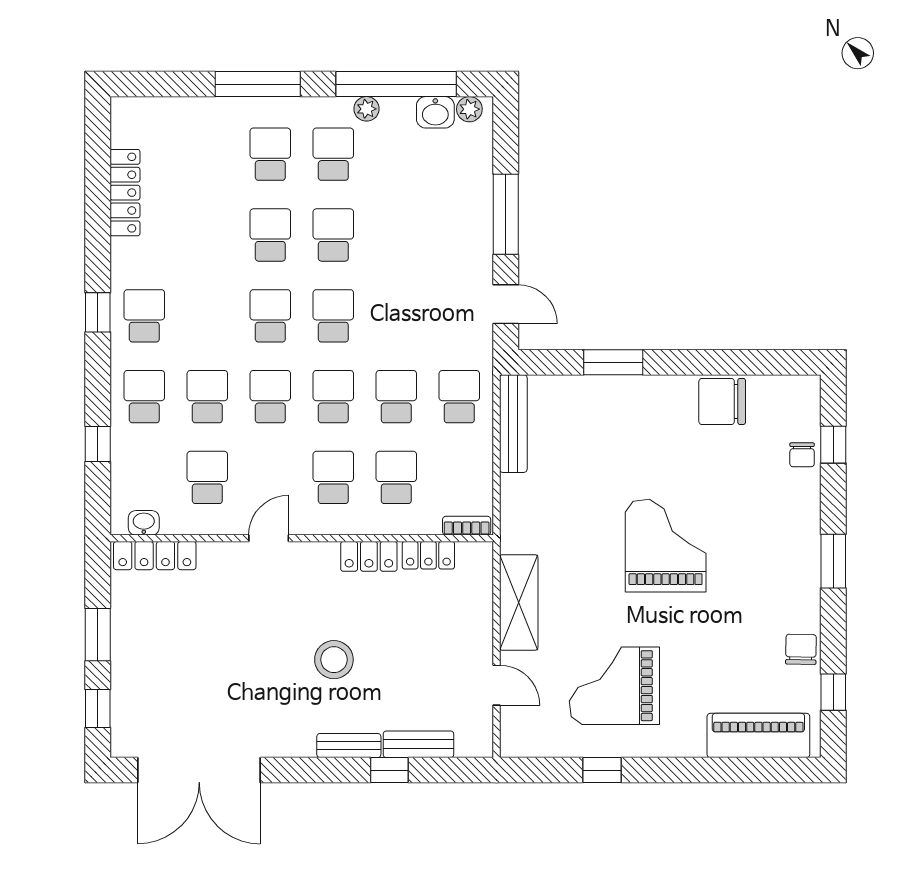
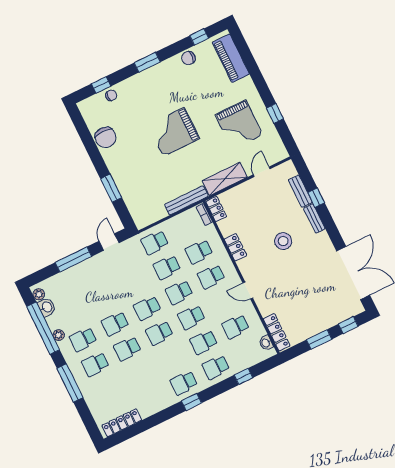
locker: (125, 193) -> (122, 423), moved
bench: (513, 424) -> (186, 200), moved
locker: (428, 555) -> (216, 209), moved

